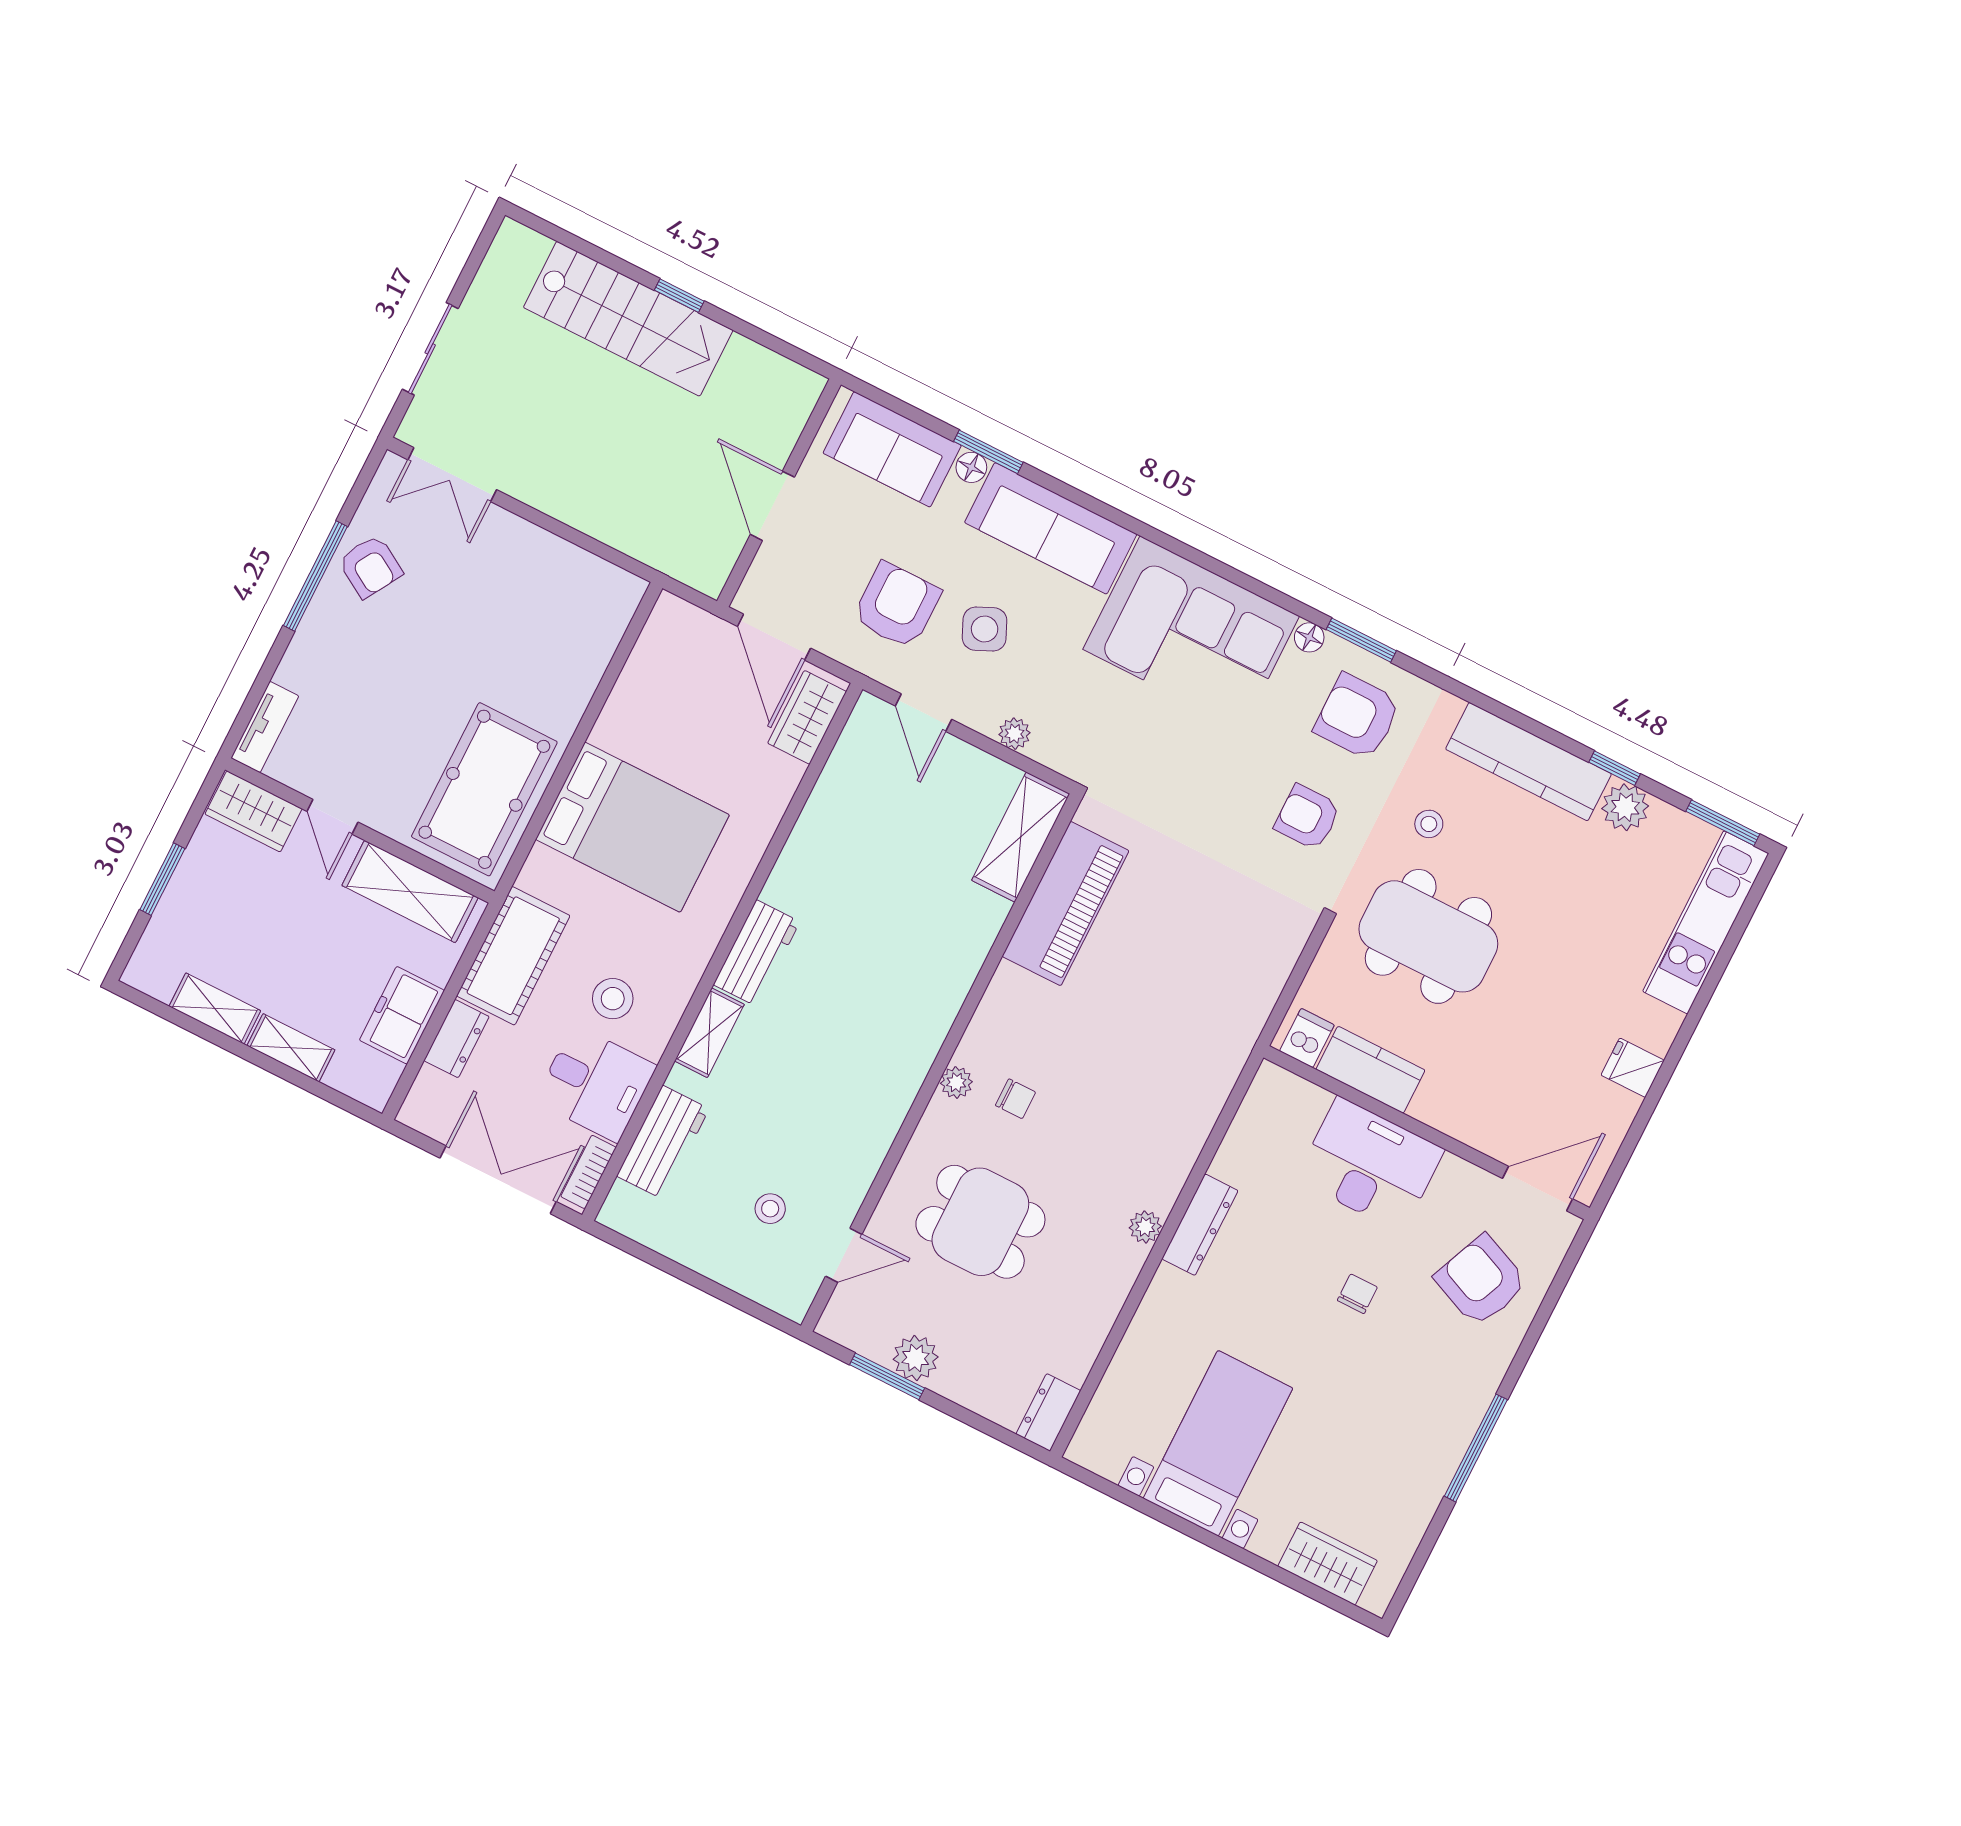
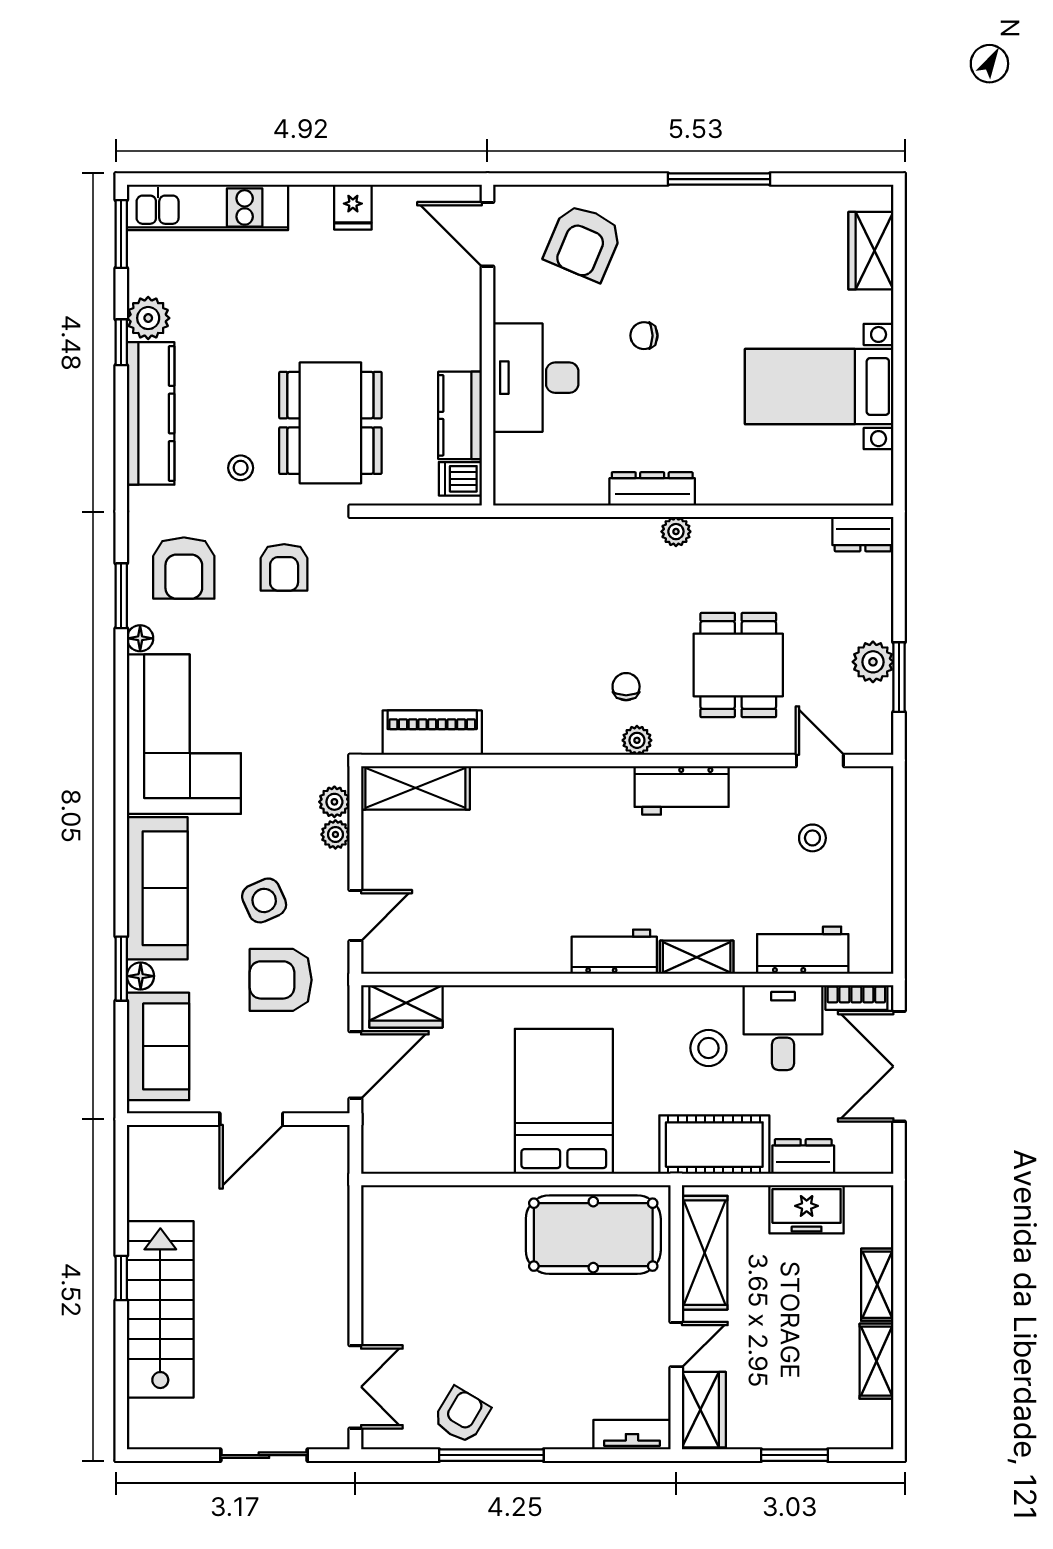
plant: (1048, 749) -> (334, 802), added
piano: (1066, 904) -> (432, 733), width x0.73, depth x0.75
workbench: (884, 1102) -> (682, 790), added

